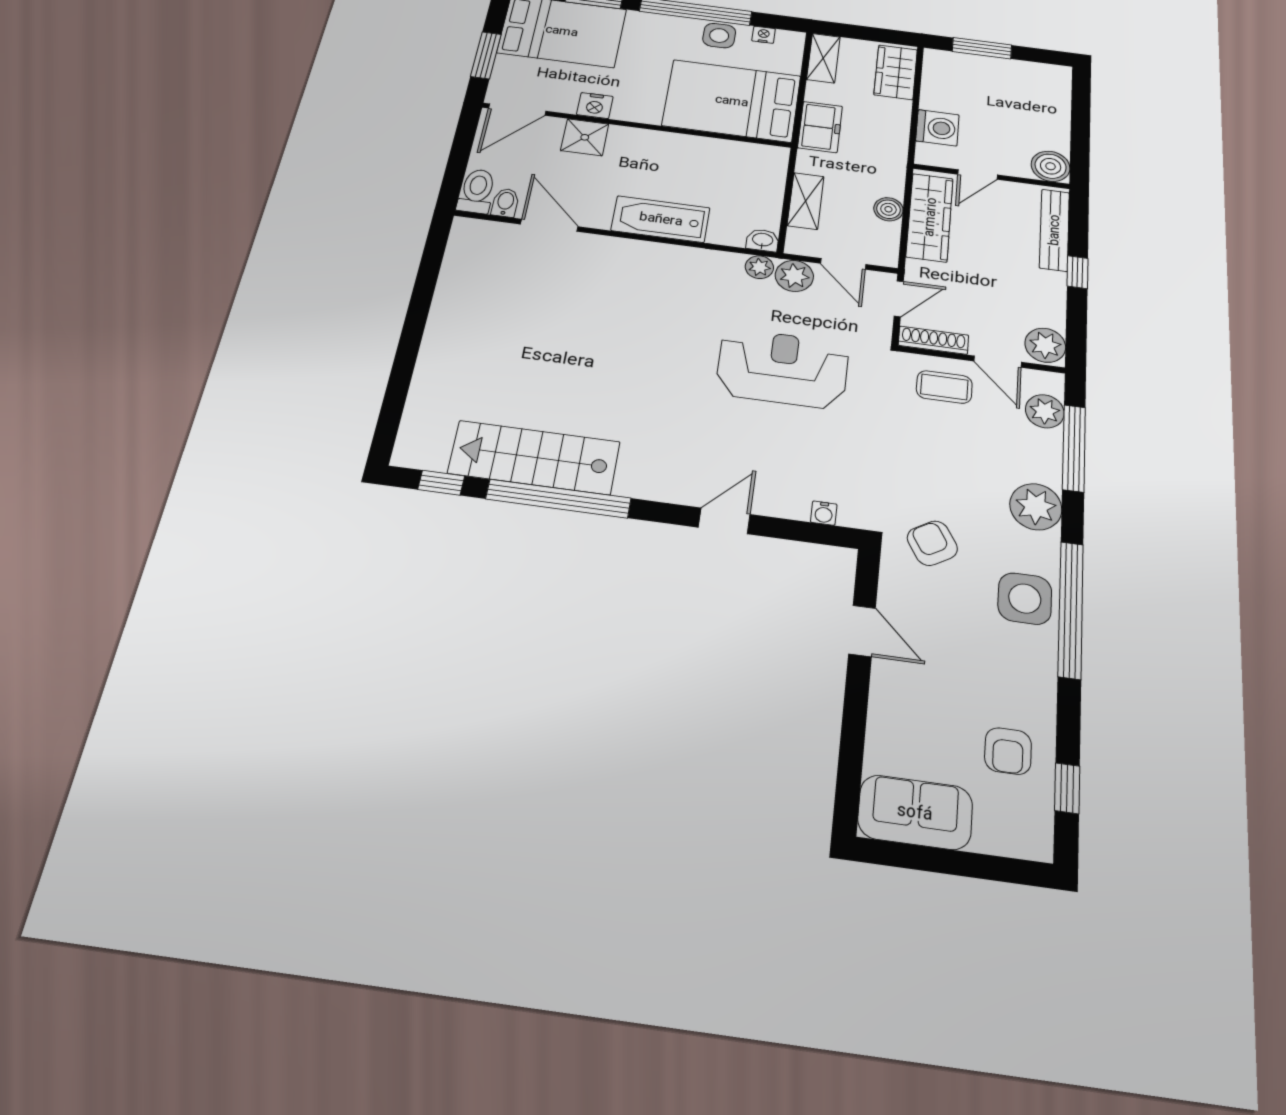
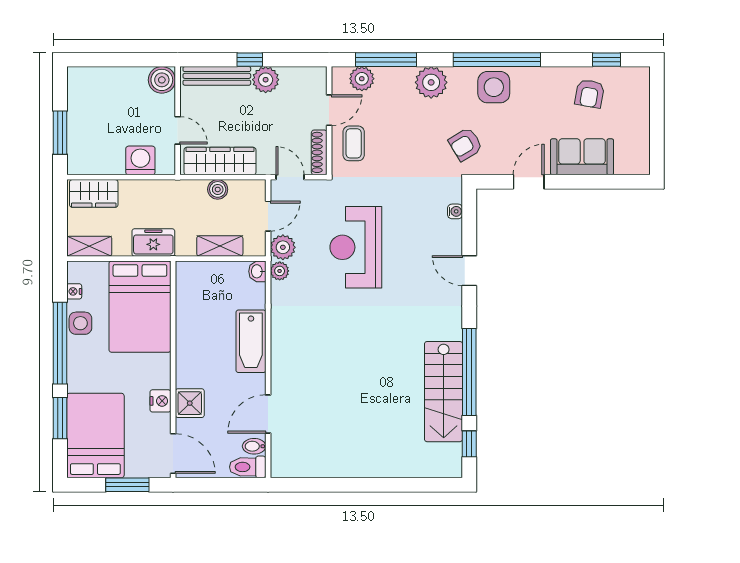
plant: (1045, 345) -> (266, 80), moved
armchair: (1008, 751) -> (590, 94), turned 100
sofa: (915, 812) -> (582, 157), moved, turned 90

